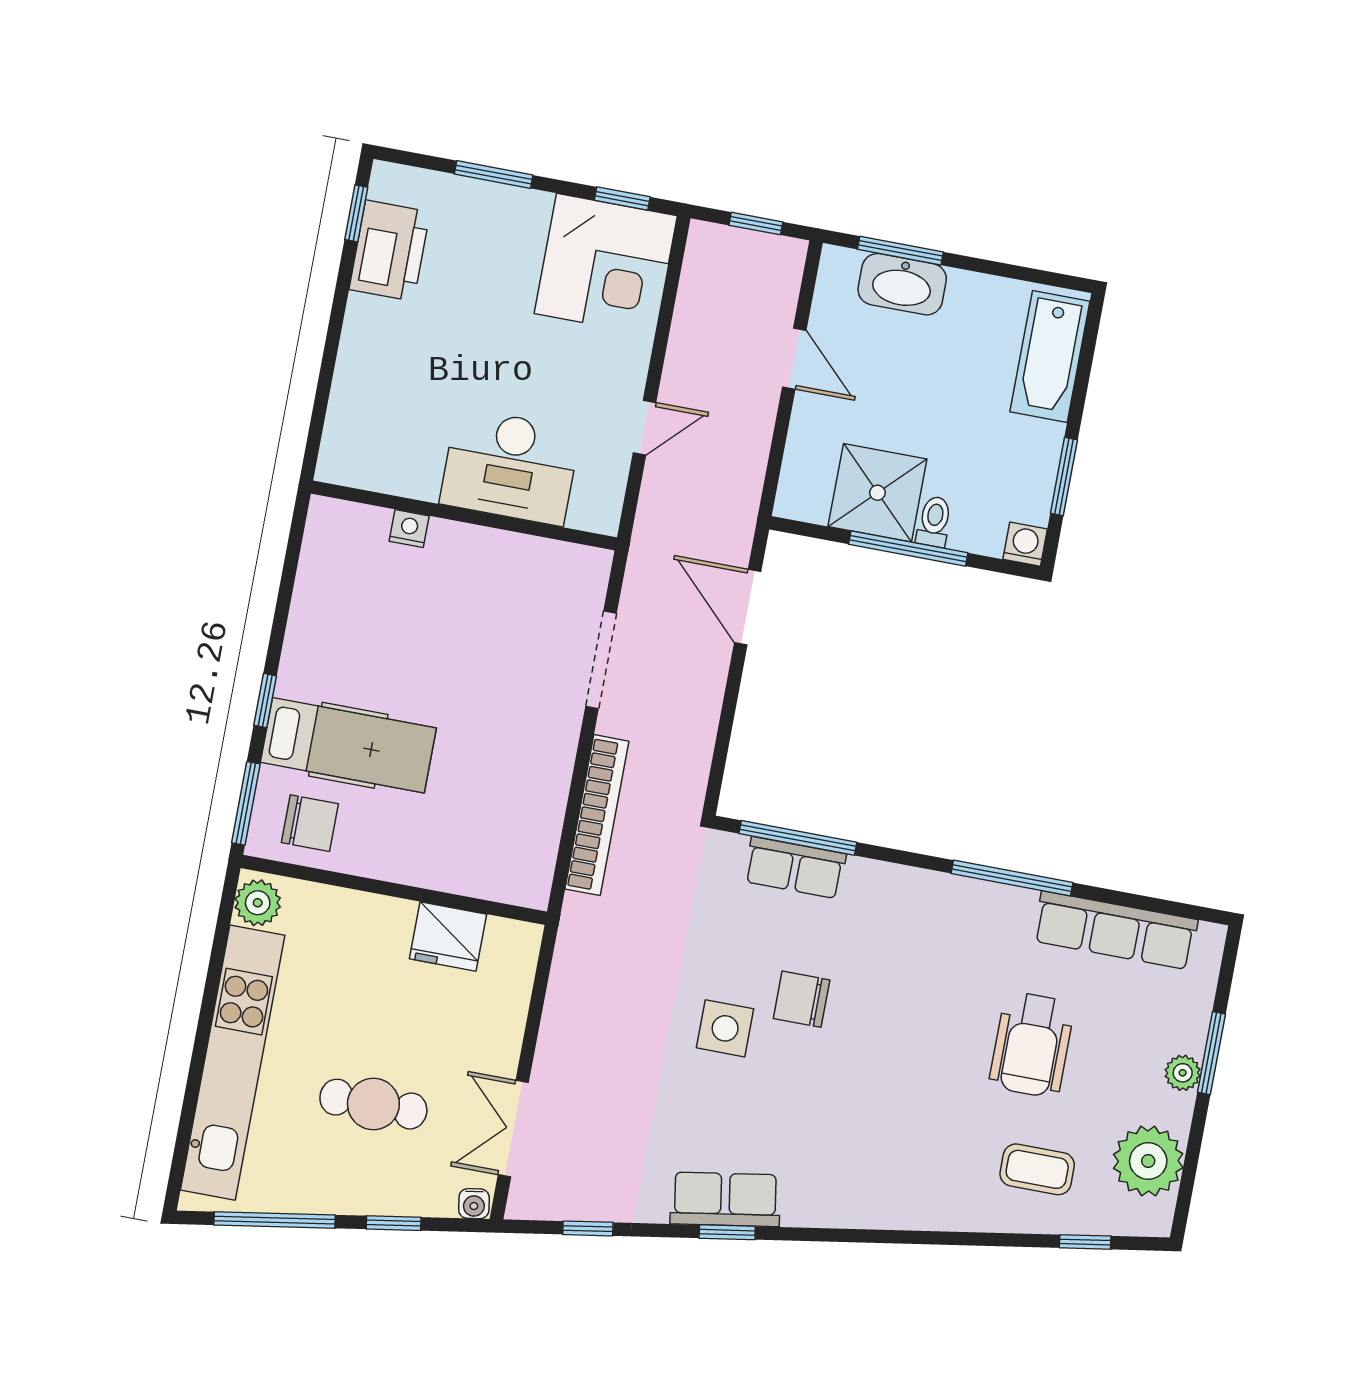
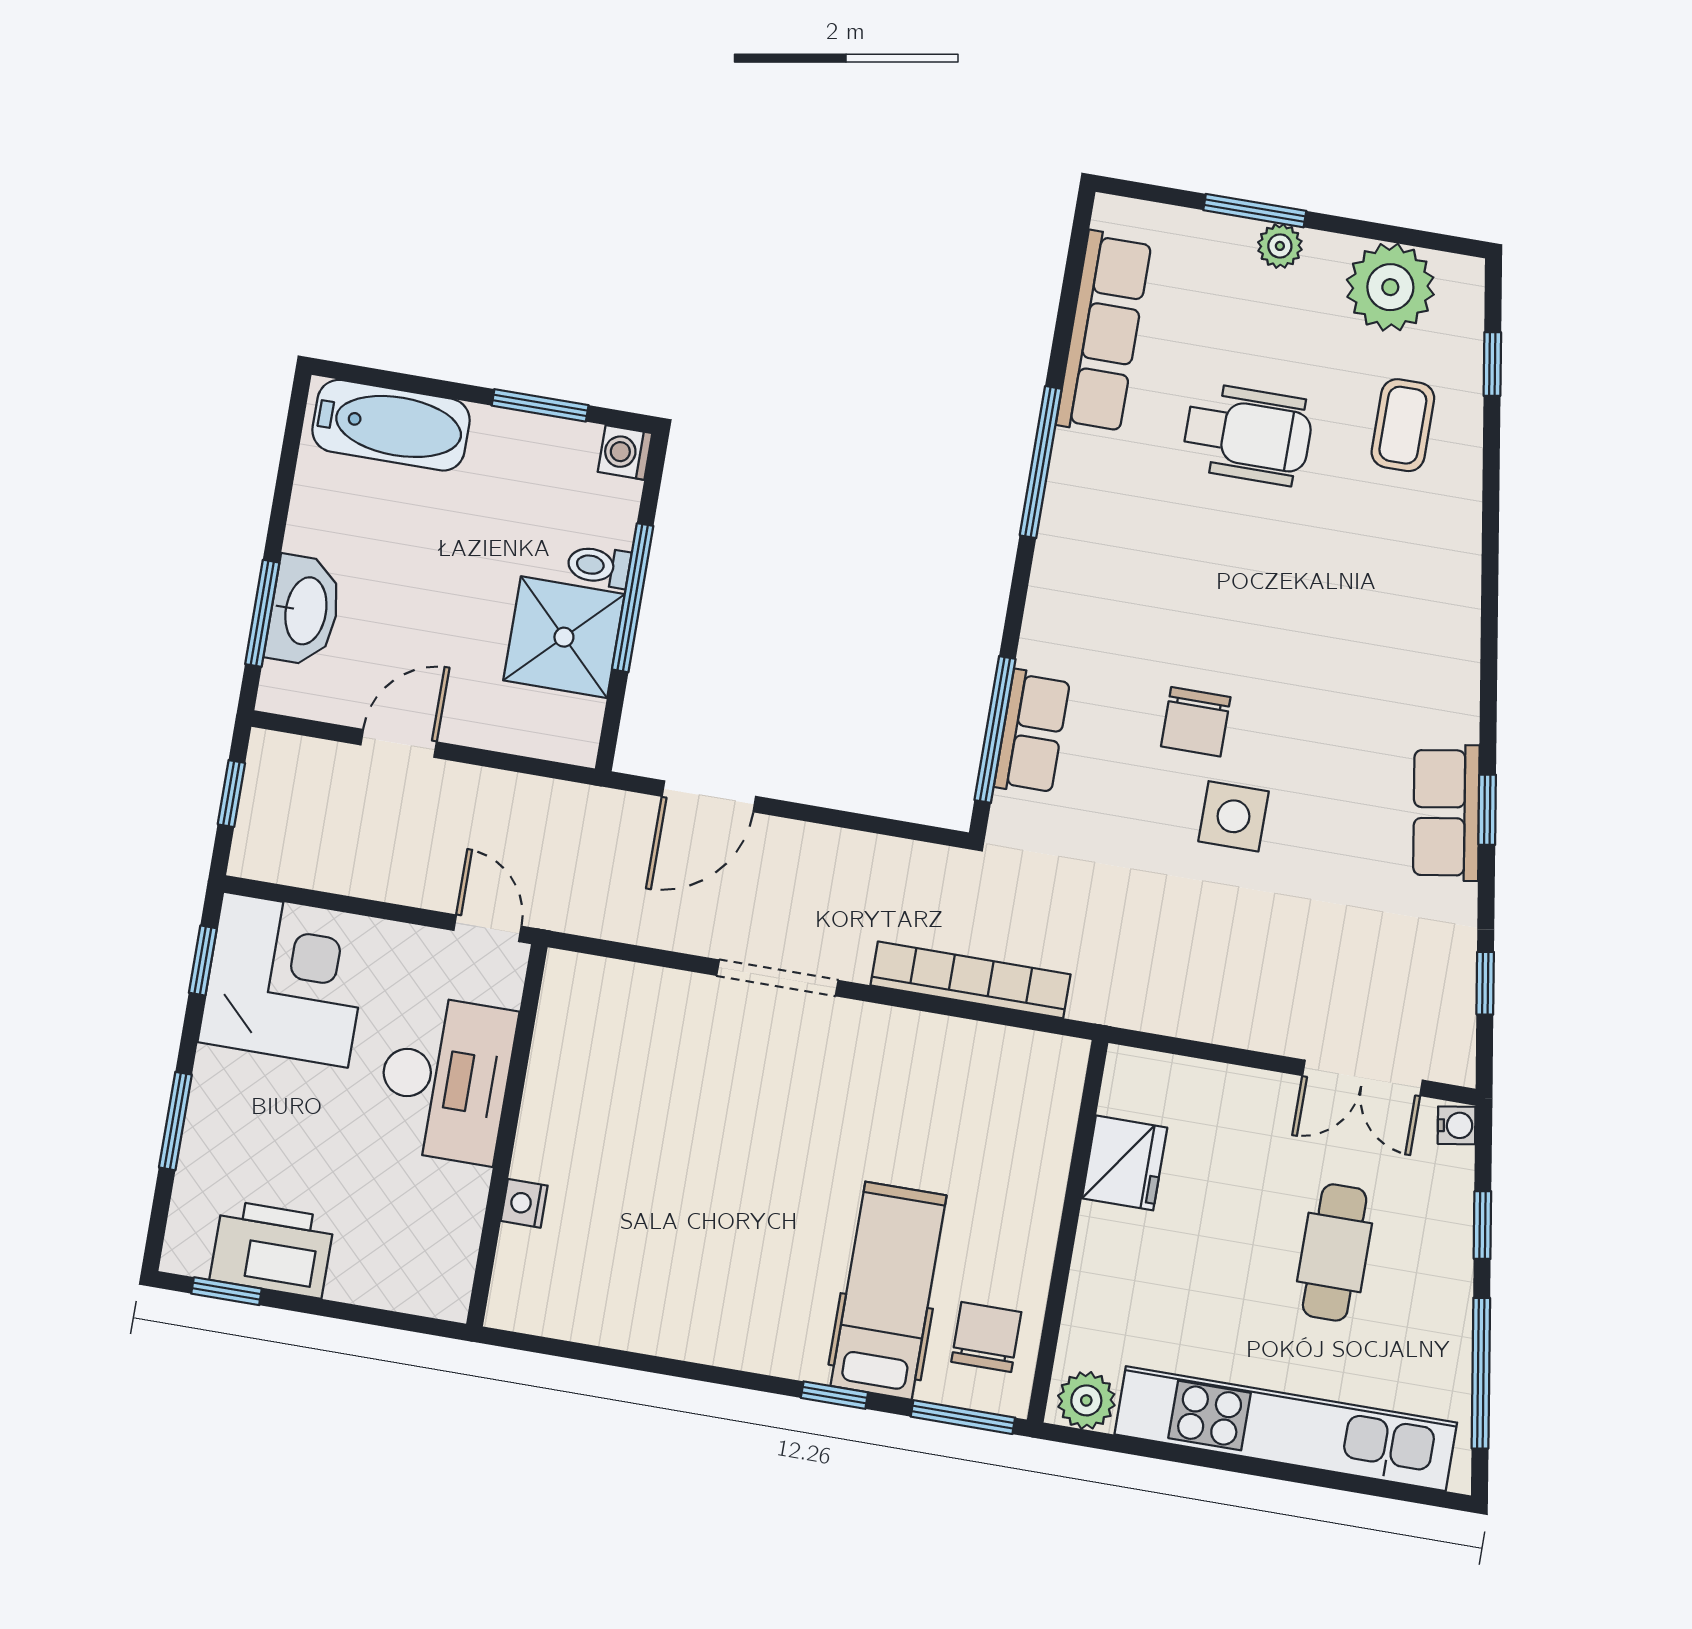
desk: (510, 467) -> (445, 1079), moved
wall: (464, 515) -> (507, 1135), moved
nightstand: (409, 529) -> (524, 1203), moved

